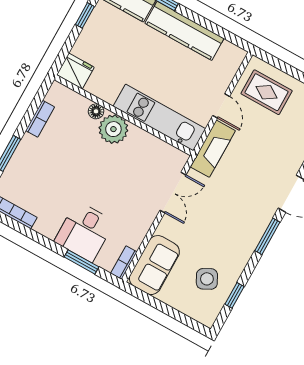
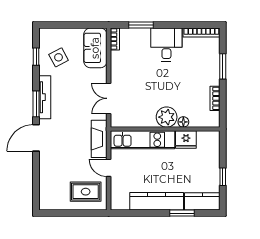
fridge: (75, 71) -> (186, 140), moved
desk: (84, 232) -> (166, 45), moved
tv unit: (252, 239) -> (45, 97), added

